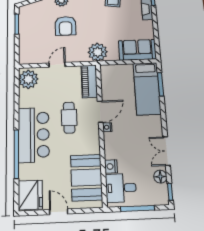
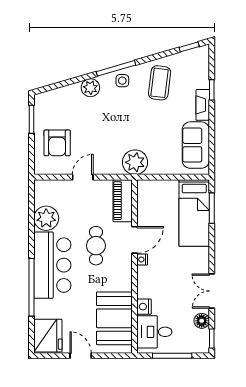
armchair: (66, 26) -> (57, 143), moved
sofa: (137, 50) -> (196, 145), moved, turned -90
plant: (28, 79) -> (46, 218), moved

